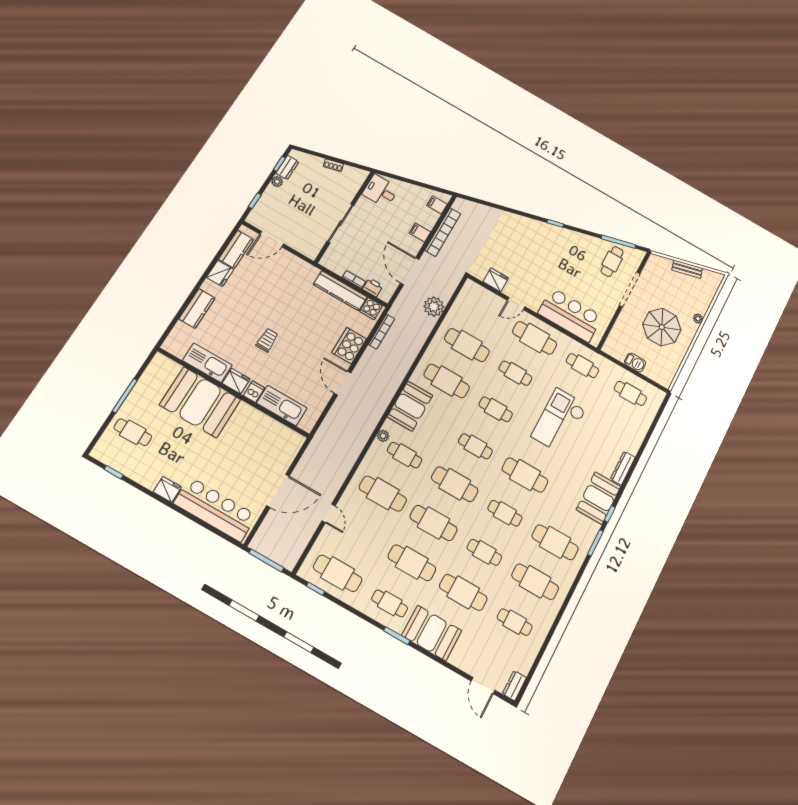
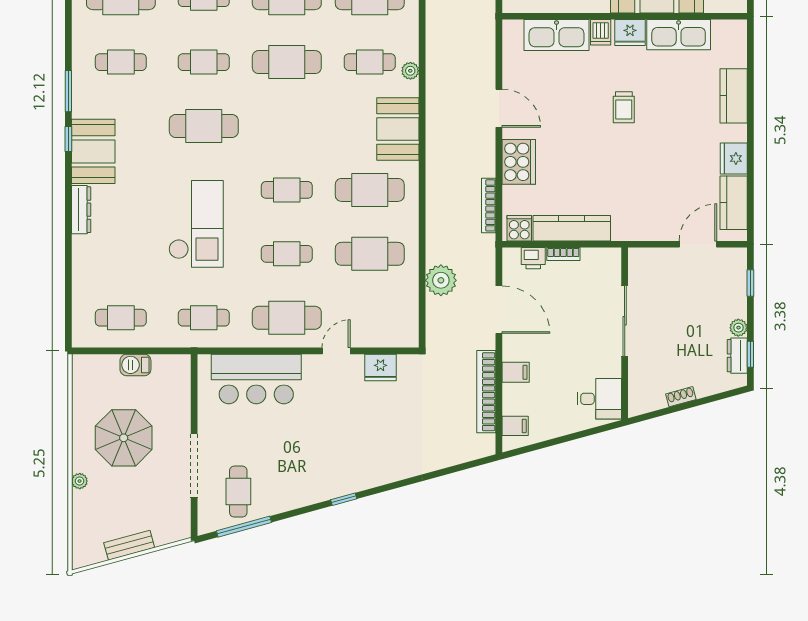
cafe table: (475, 446) -> (287, 126), removed
cafe table: (555, 542) -> (121, 62), width x0.73, depth x0.74

